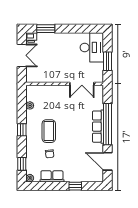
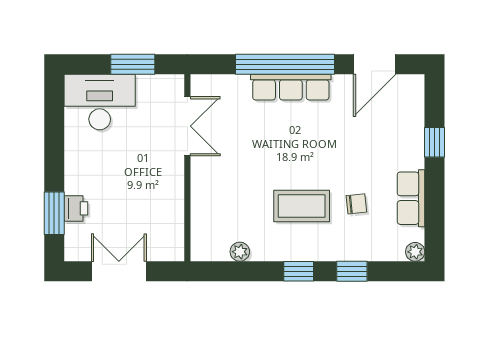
printer: (31, 38) -> (76, 208), moved
window: (22, 164) -> (352, 271), moved

